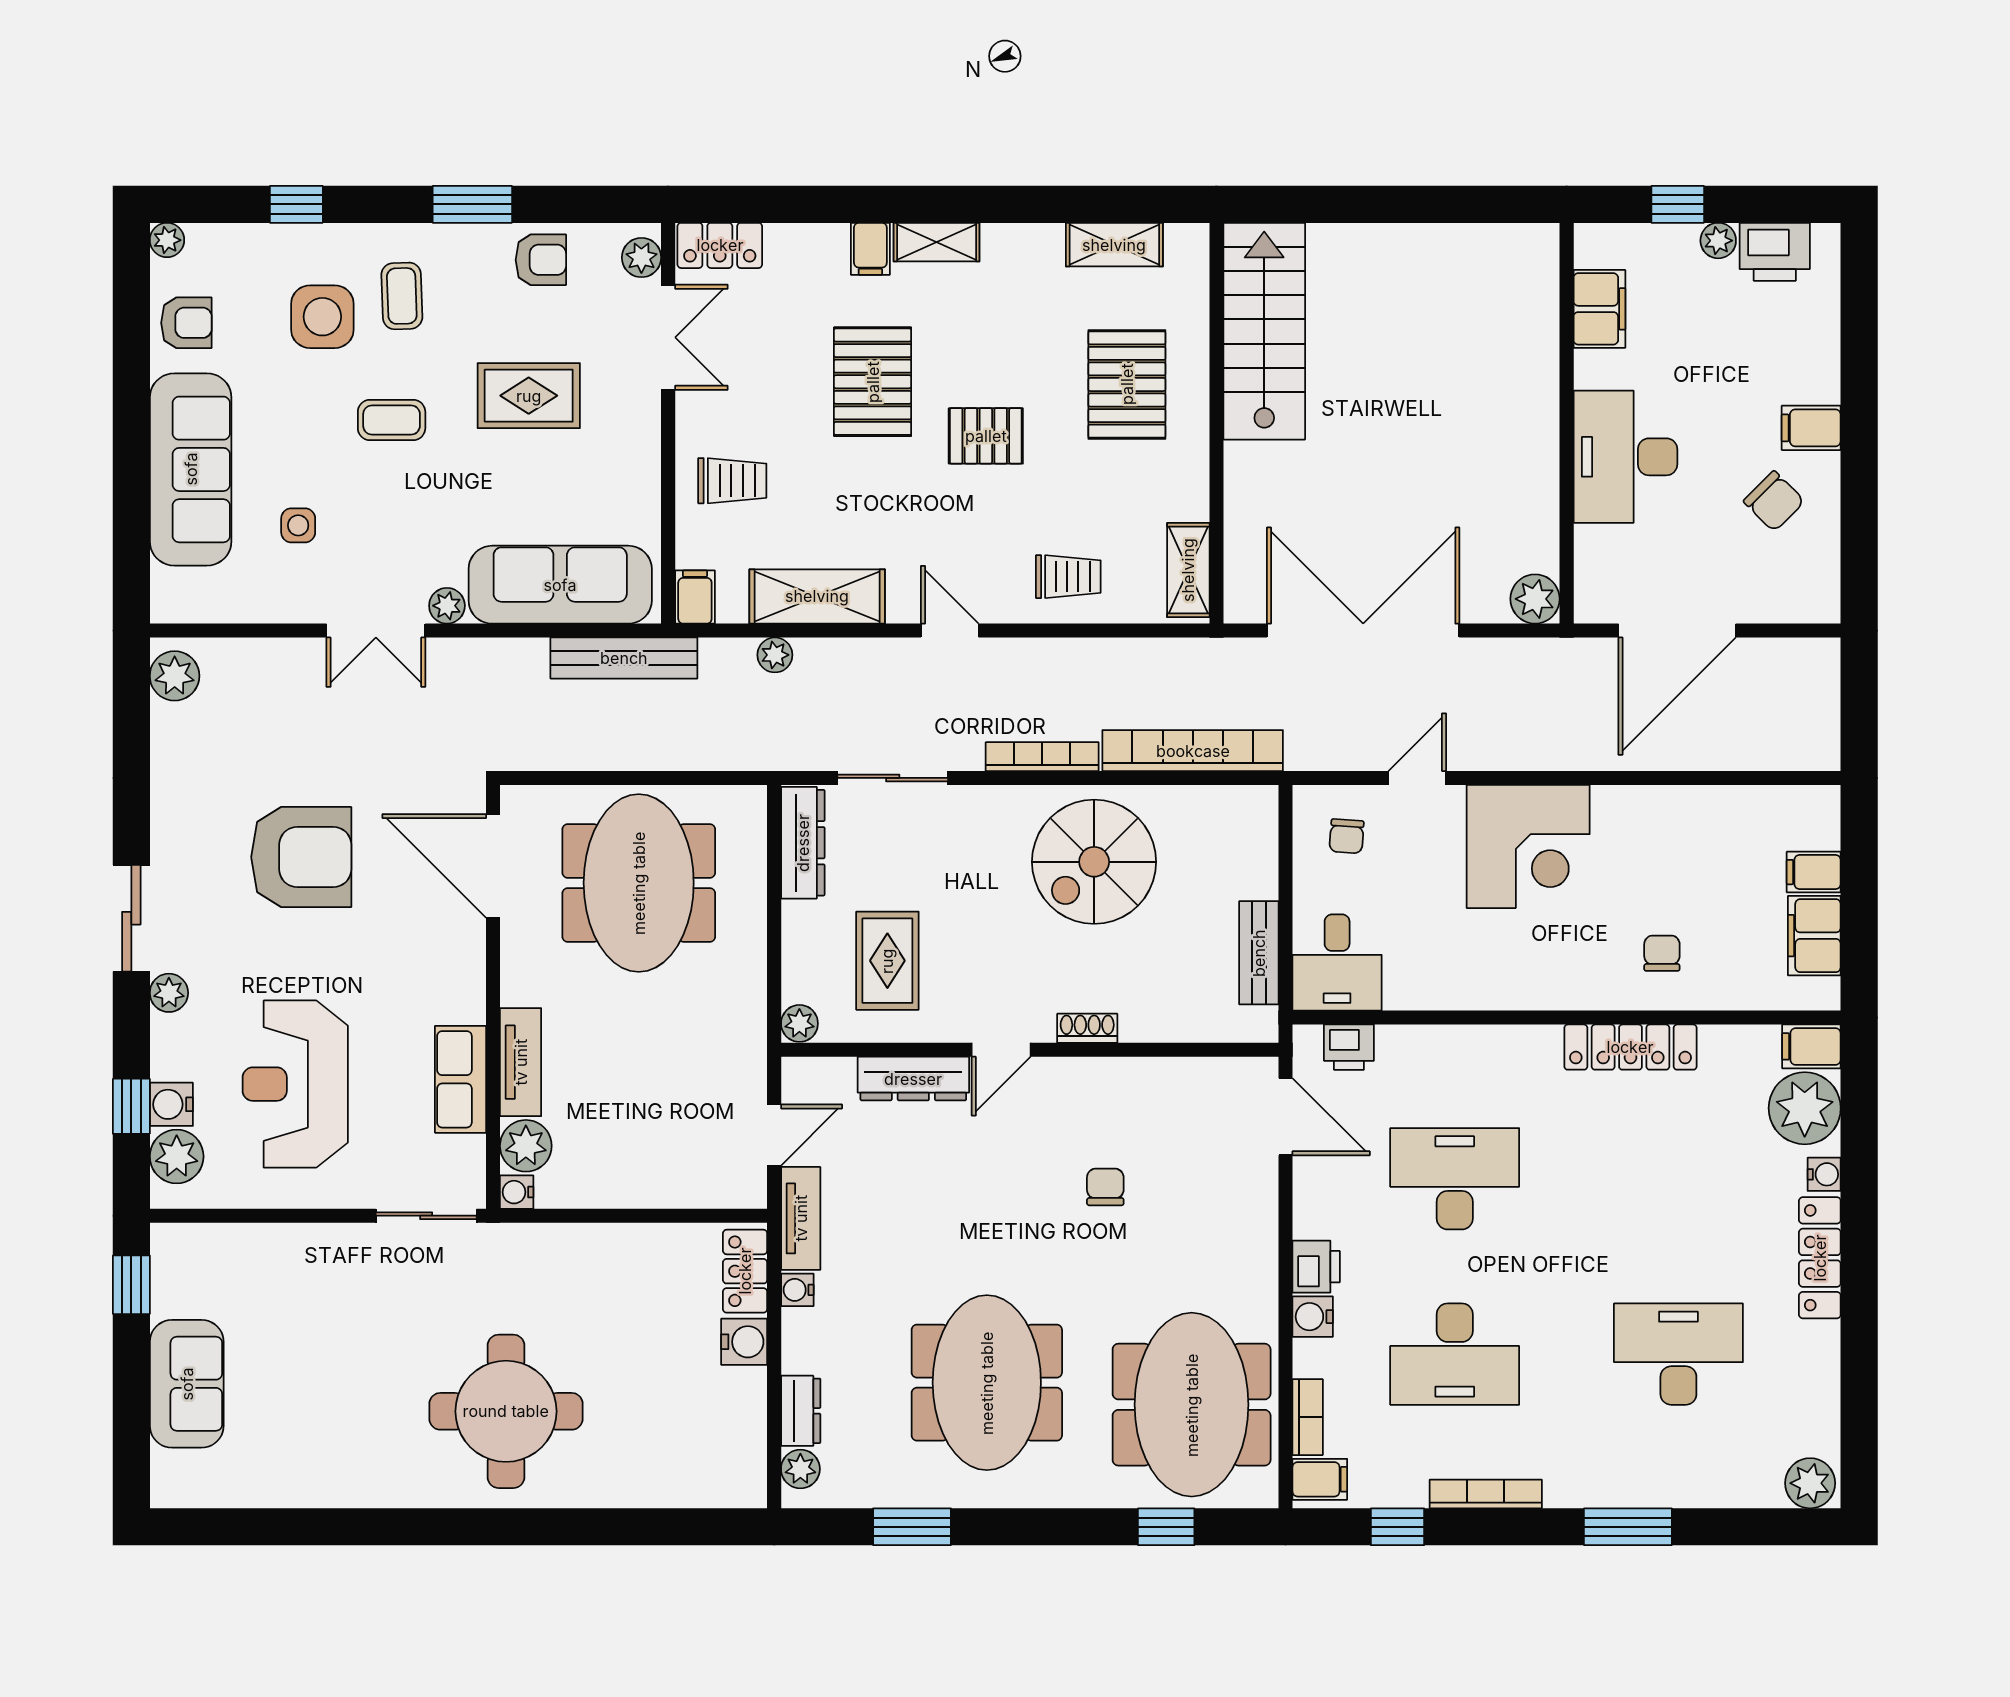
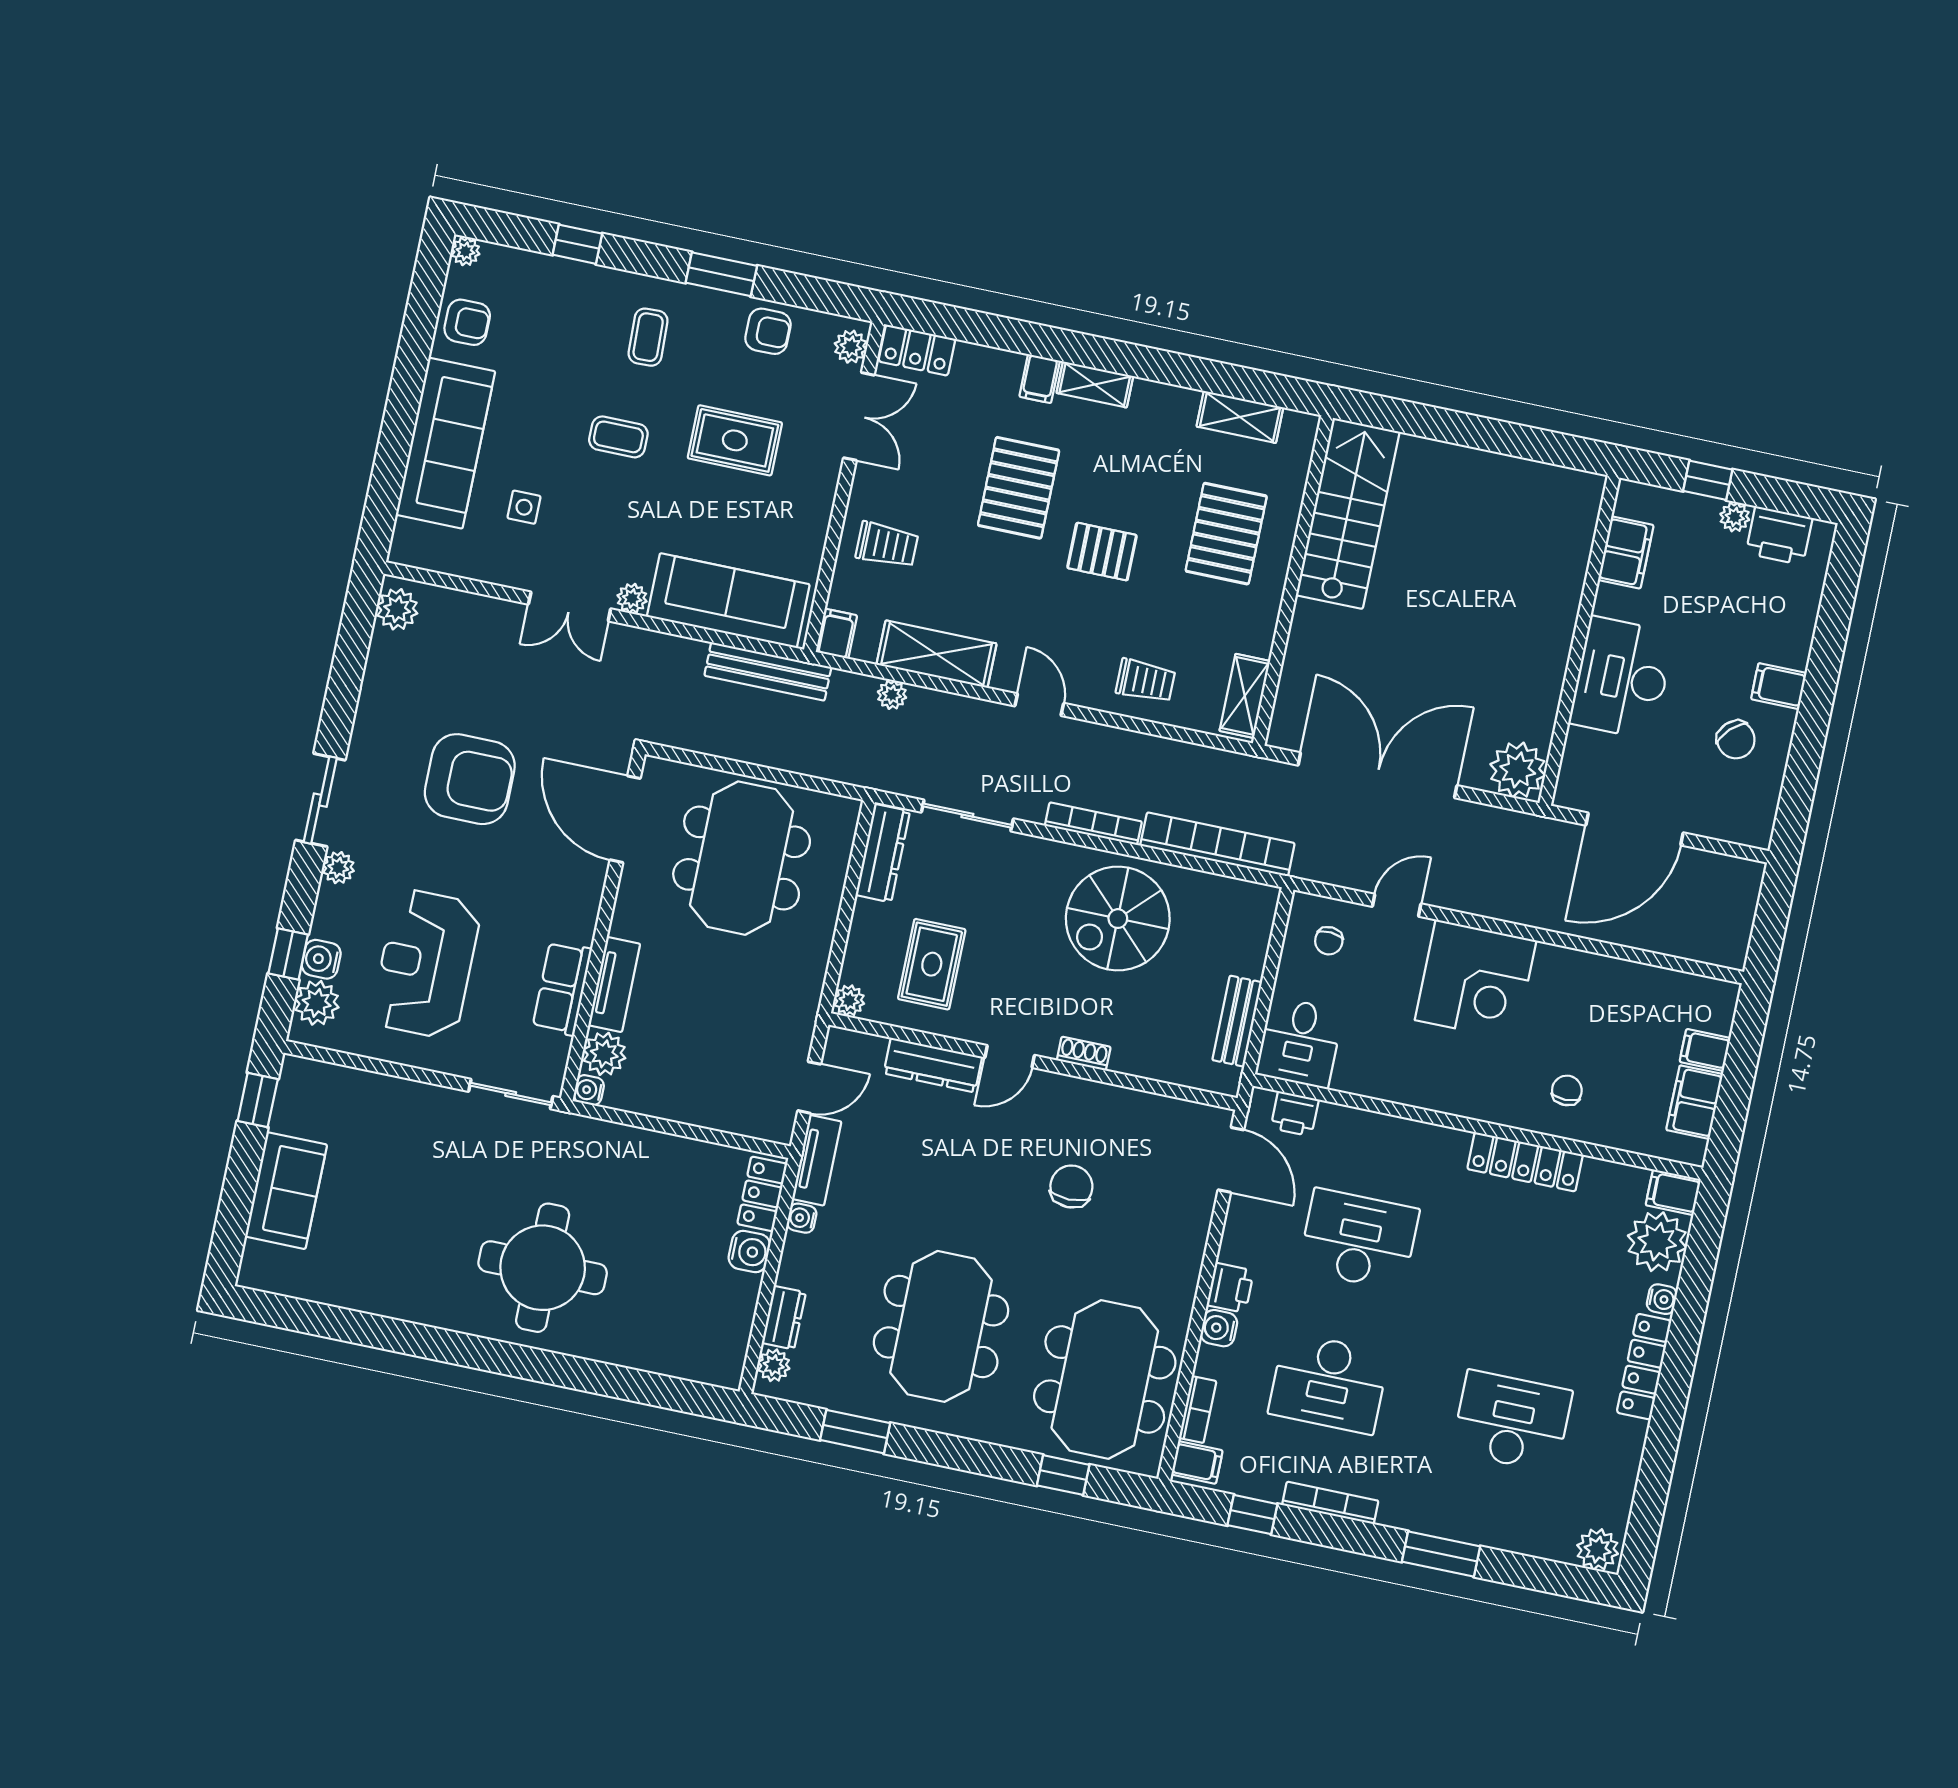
side table: (322, 317) -> (579, 341), removed
plant: (1535, 599) -> (1518, 770), width x1.36, depth x1.36
chair: (1105, 1187) -> (1071, 1187), width x1.37, depth x1.37

